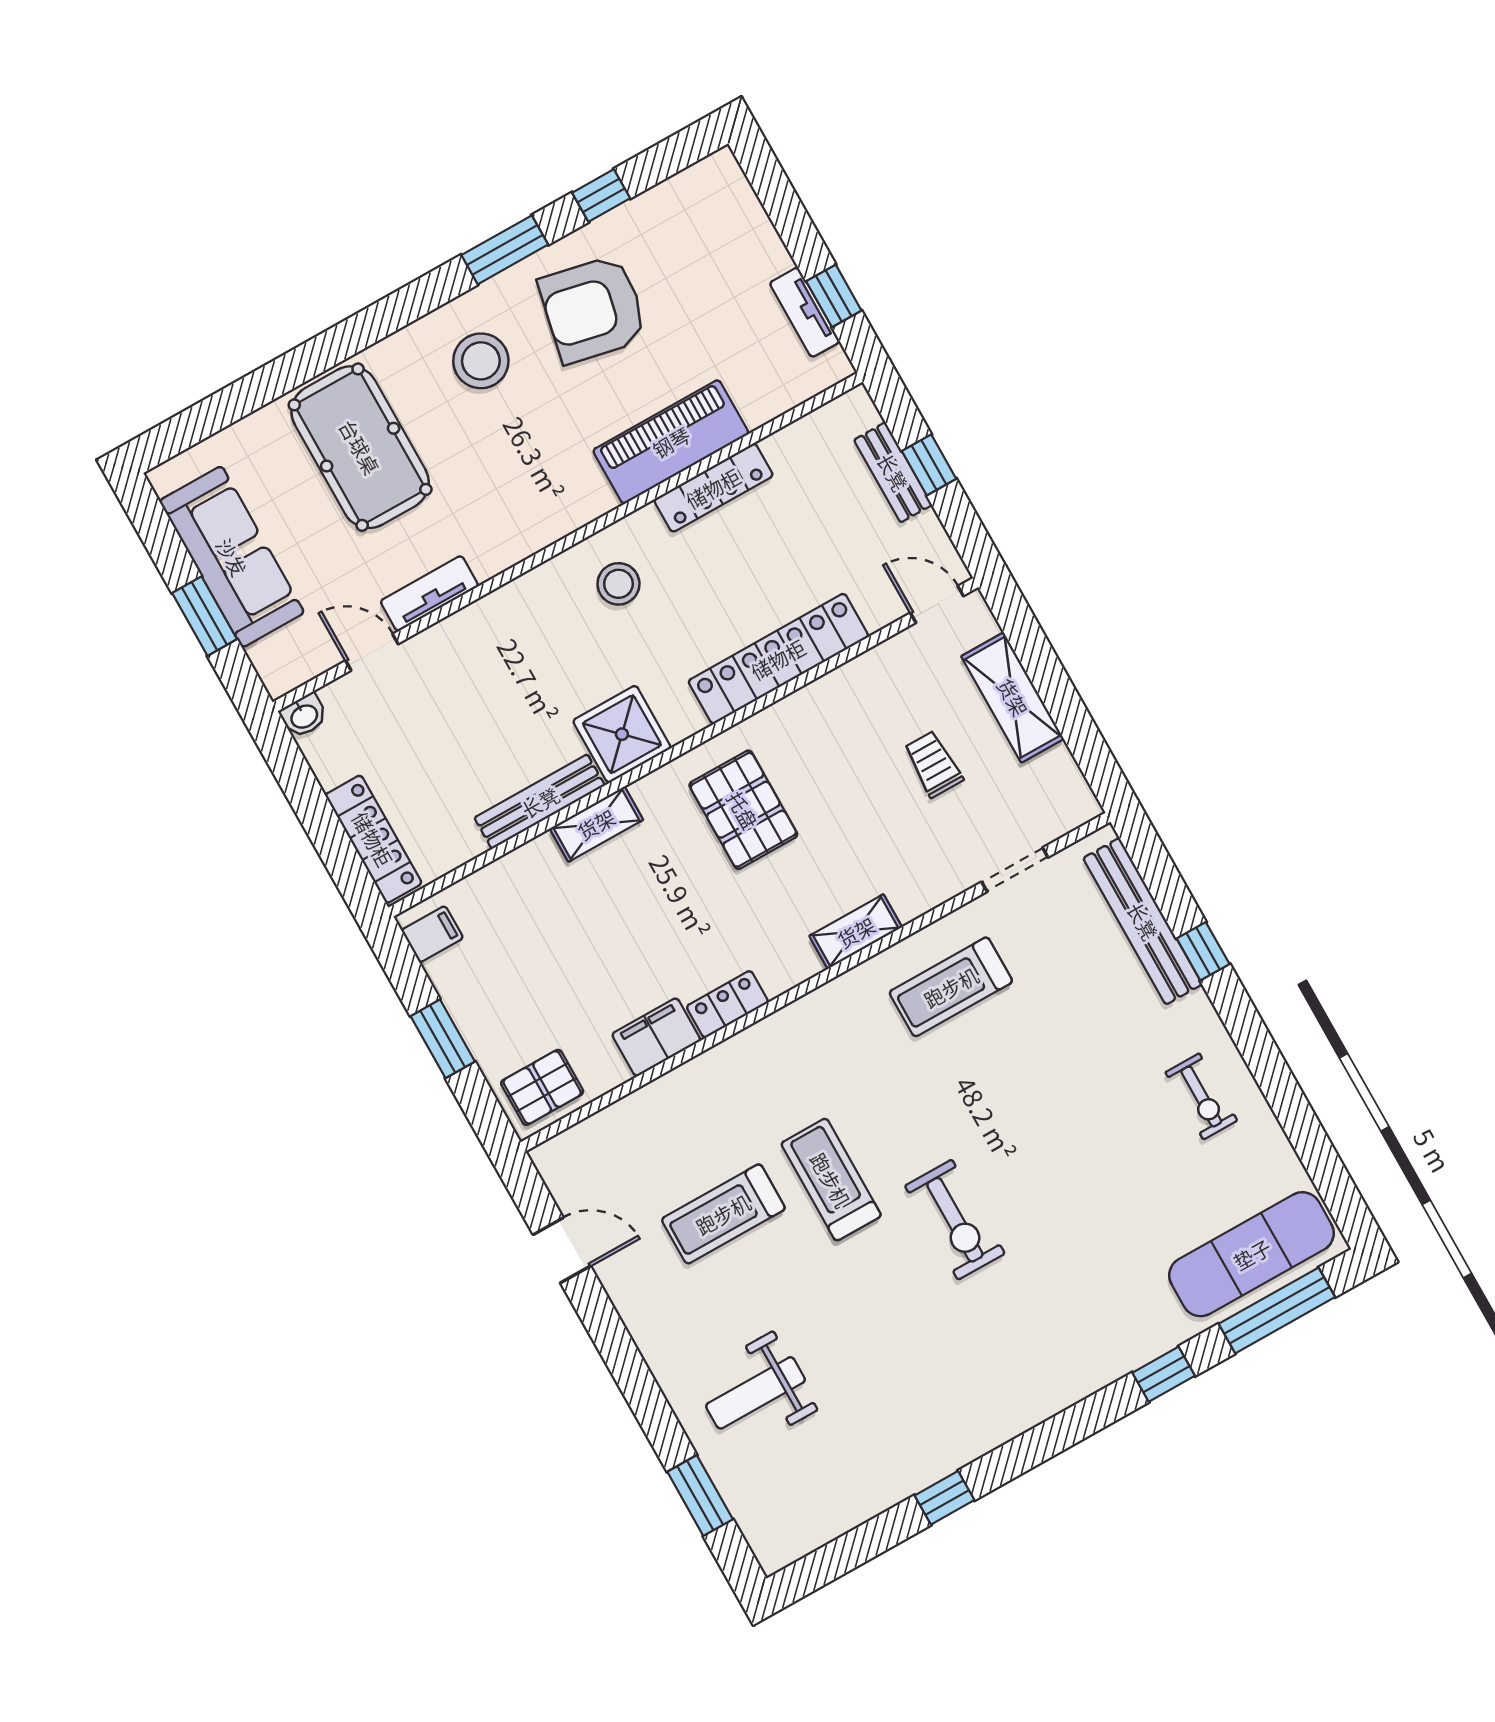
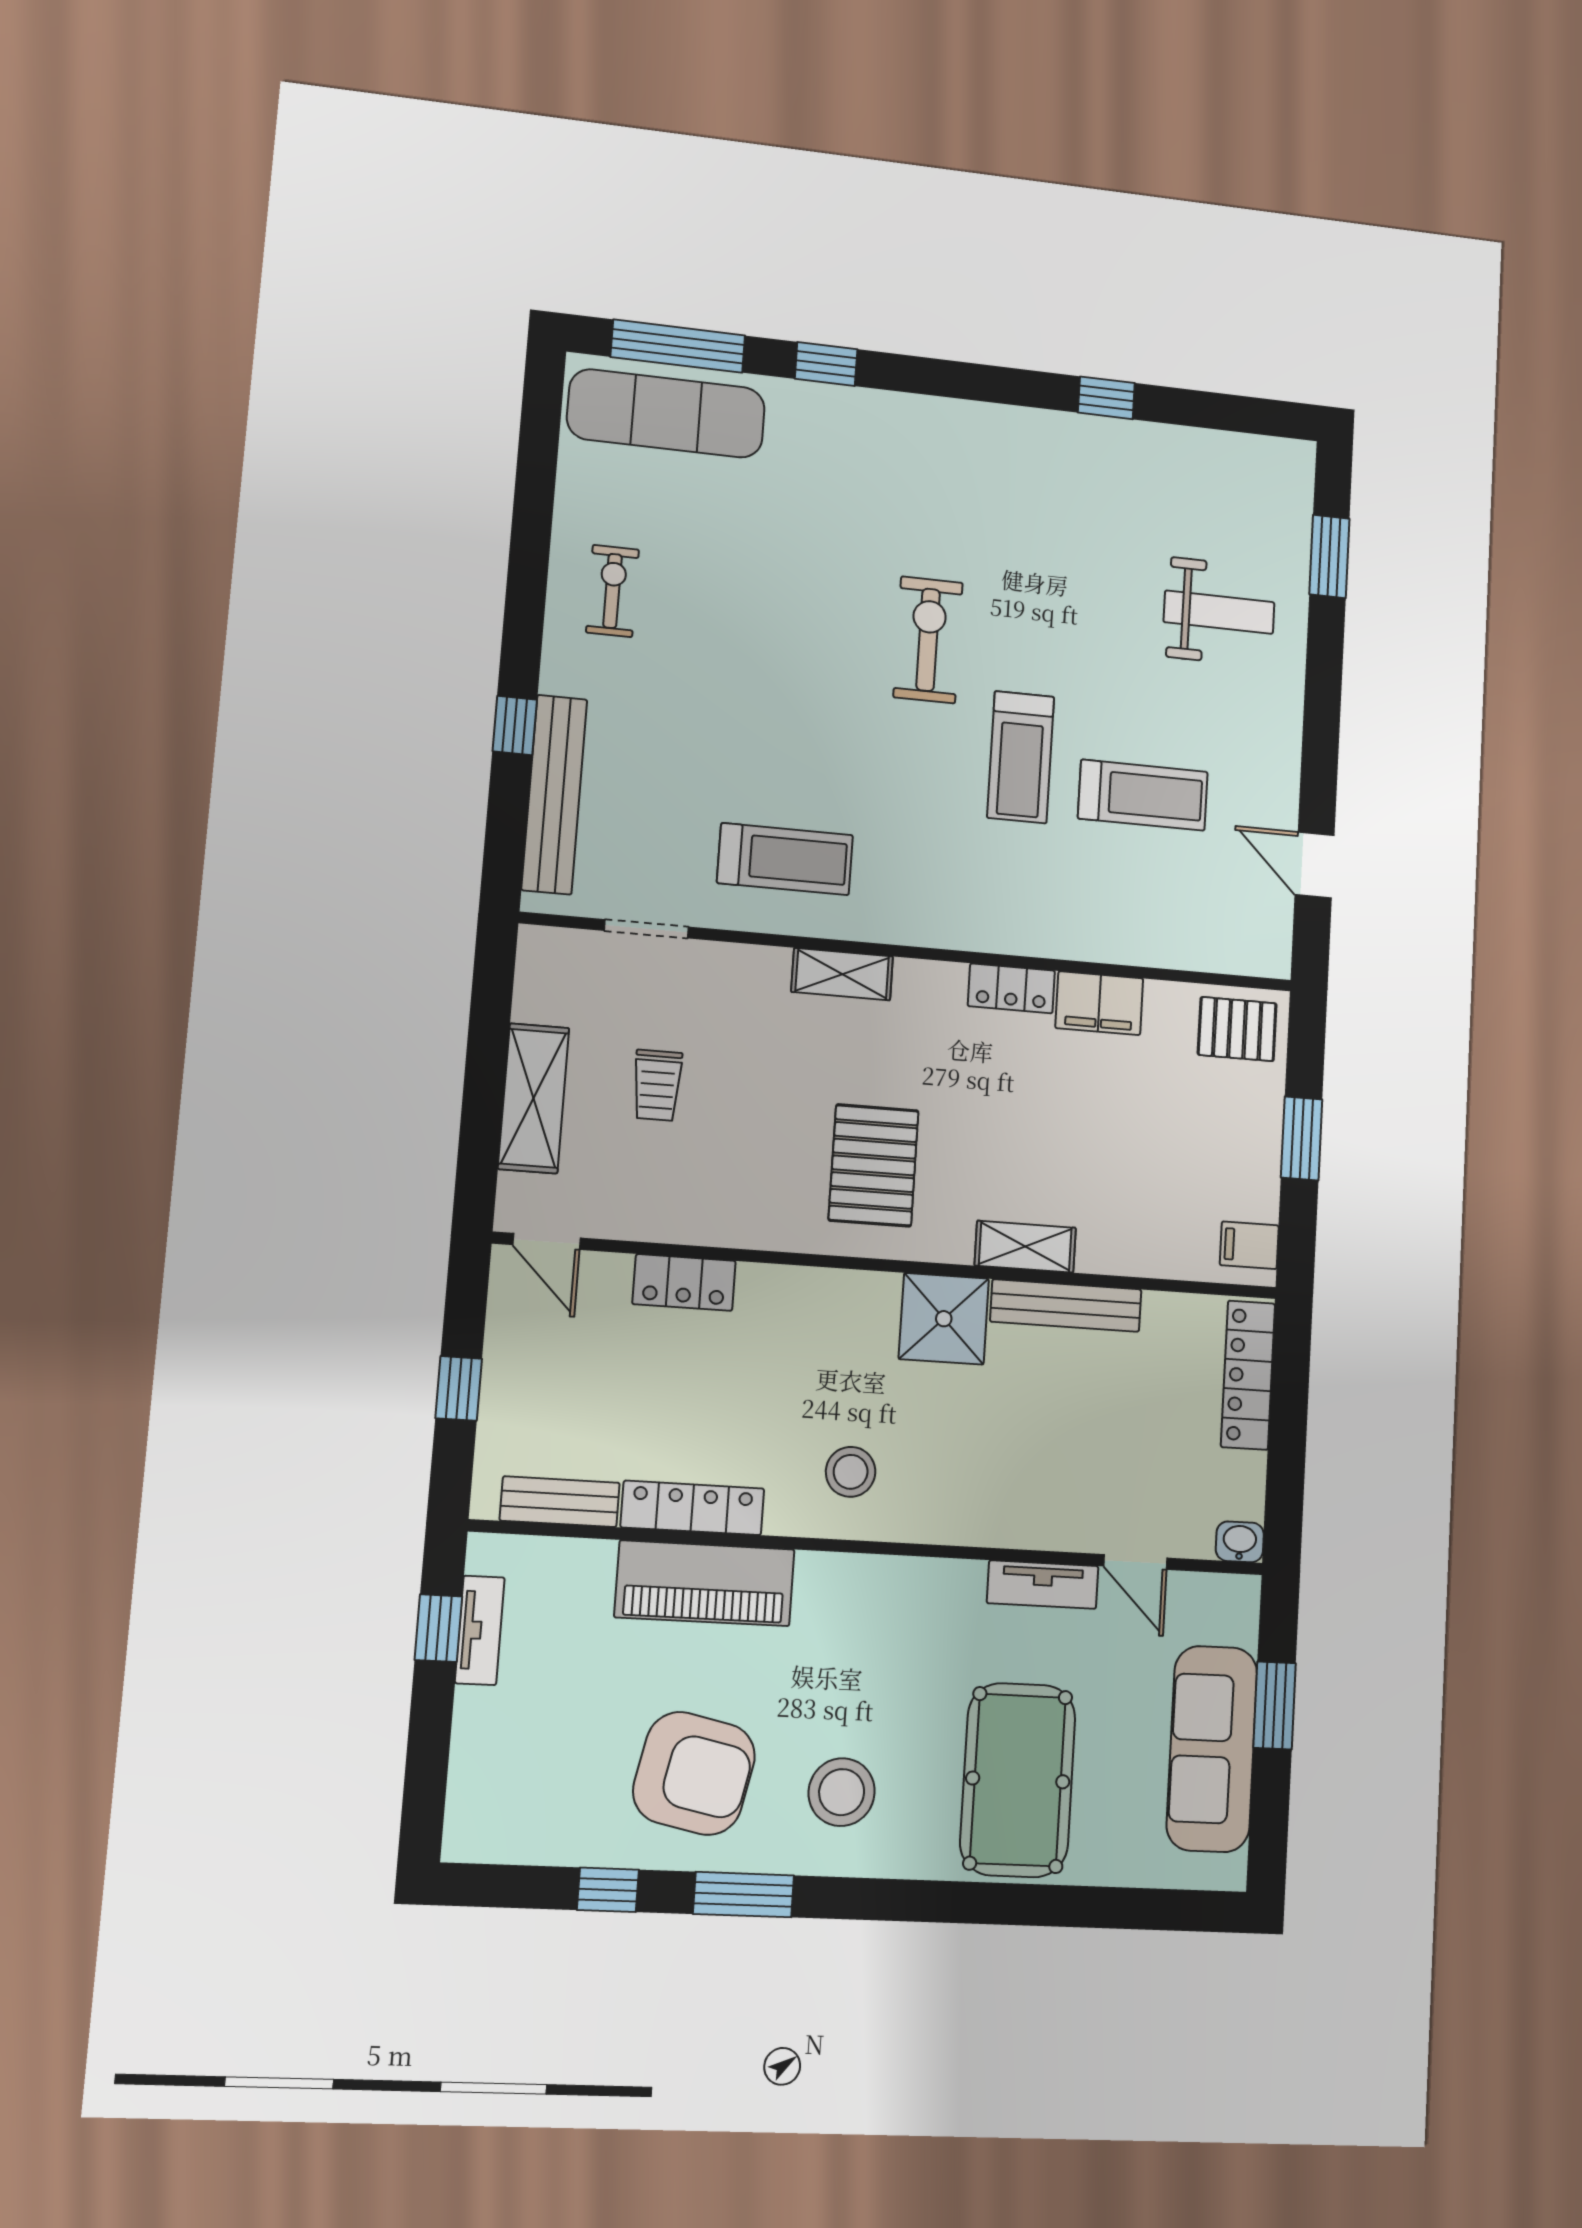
bench: (893, 472) -> (560, 1502), moved, turned 90
locker: (778, 659) -> (684, 1282), width x0.46, depth x0.83

